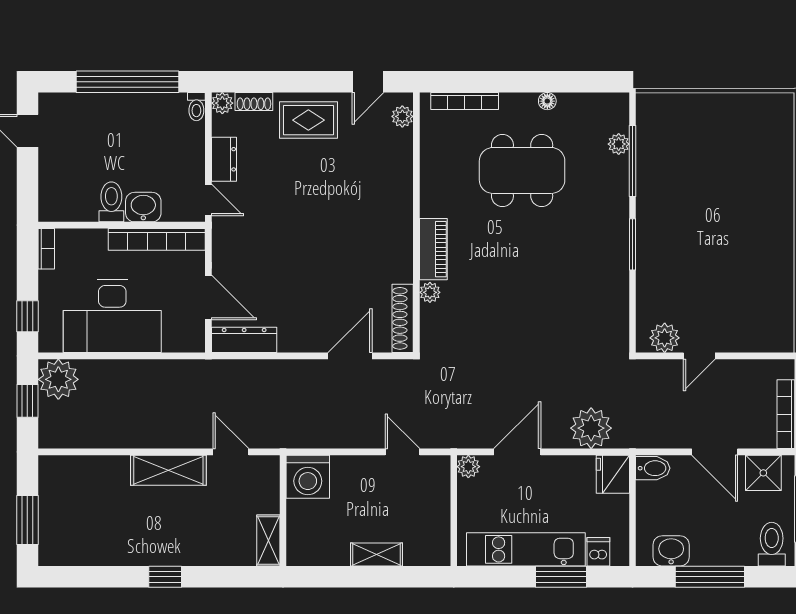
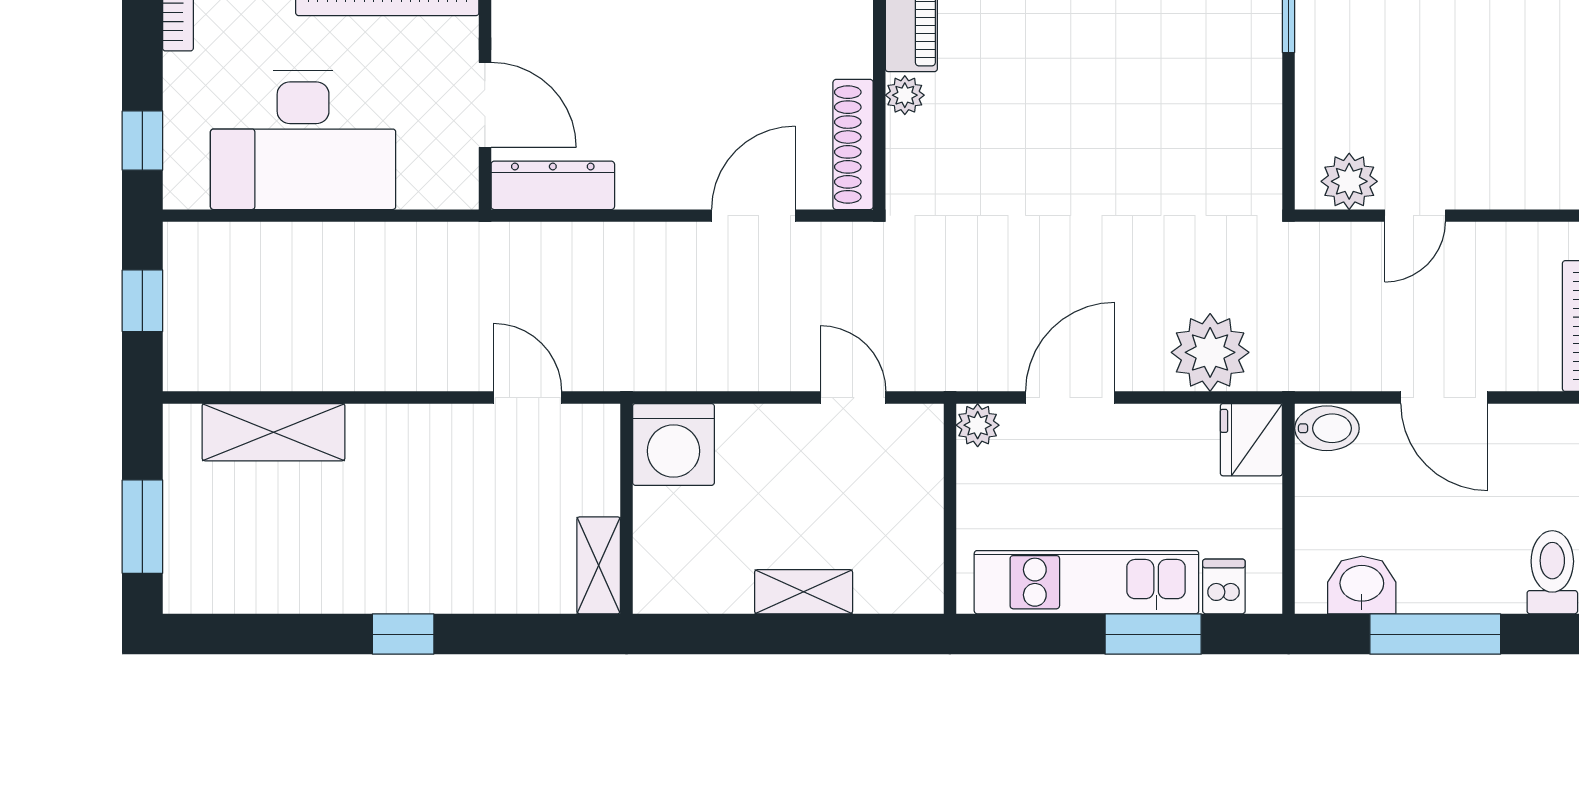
plant: (58, 379) -> (201, 260), removed
shelving: (168, 470) -> (273, 432), moved
shower: (763, 473) -> (1536, 437), removed

